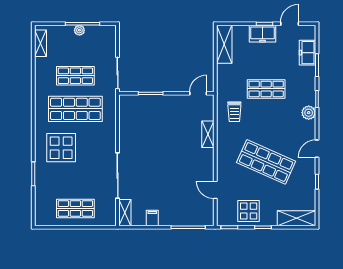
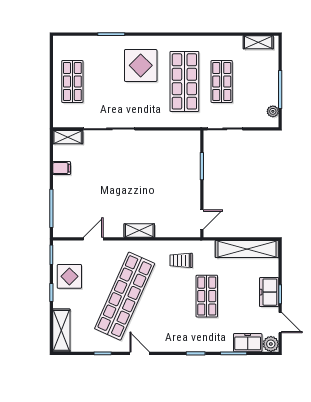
plant: (79, 30) -> (273, 111), moved
shelving: (224, 44) -> (247, 249), width x1.47
door: (198, 93) -> (202, 220), hinge flipped
plant: (309, 113) -> (271, 344), moved
shelving: (208, 134) -> (139, 231), moved
shop shelf: (266, 162) -> (125, 296), width x1.40

